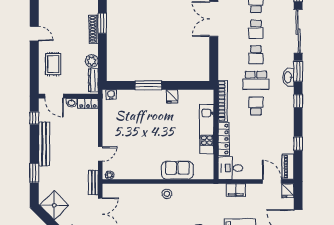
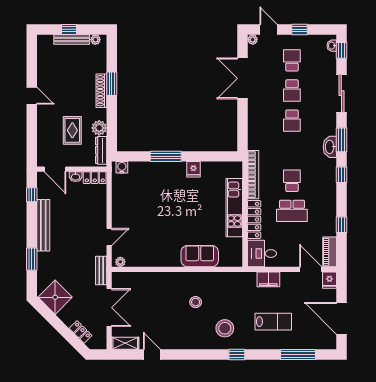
sliding door: (298, 31) -> (341, 93), width x0.73
rug: (53, 64) -> (72, 130), moved
school desk: (256, 80) -> (292, 211), moved
stool: (167, 194) -> (196, 302), moved

